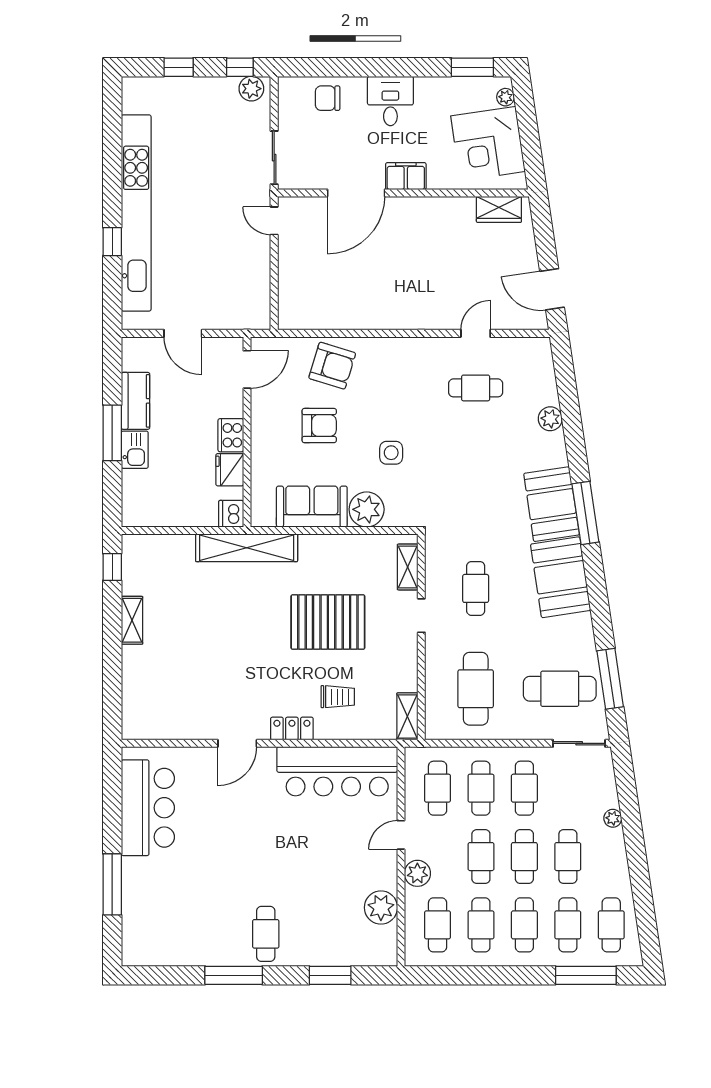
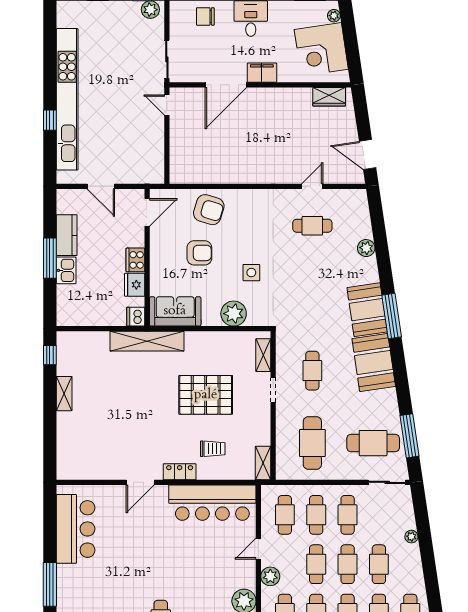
sofa: (312, 507) -> (175, 311), moved

